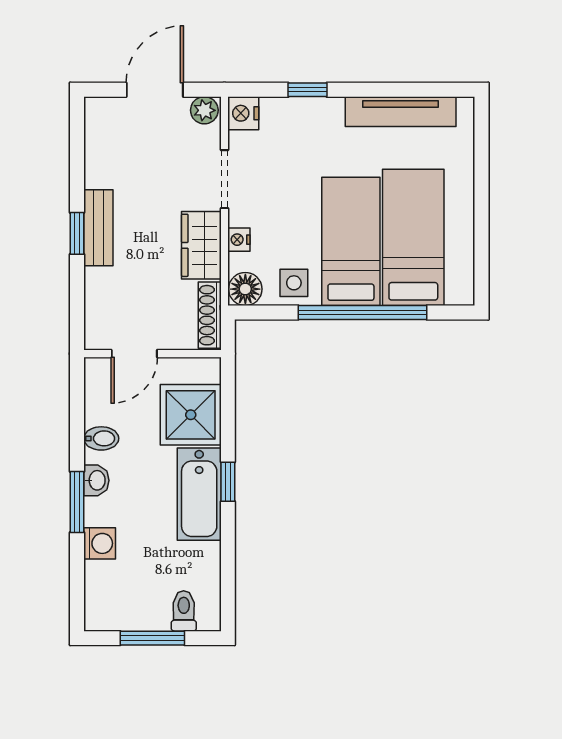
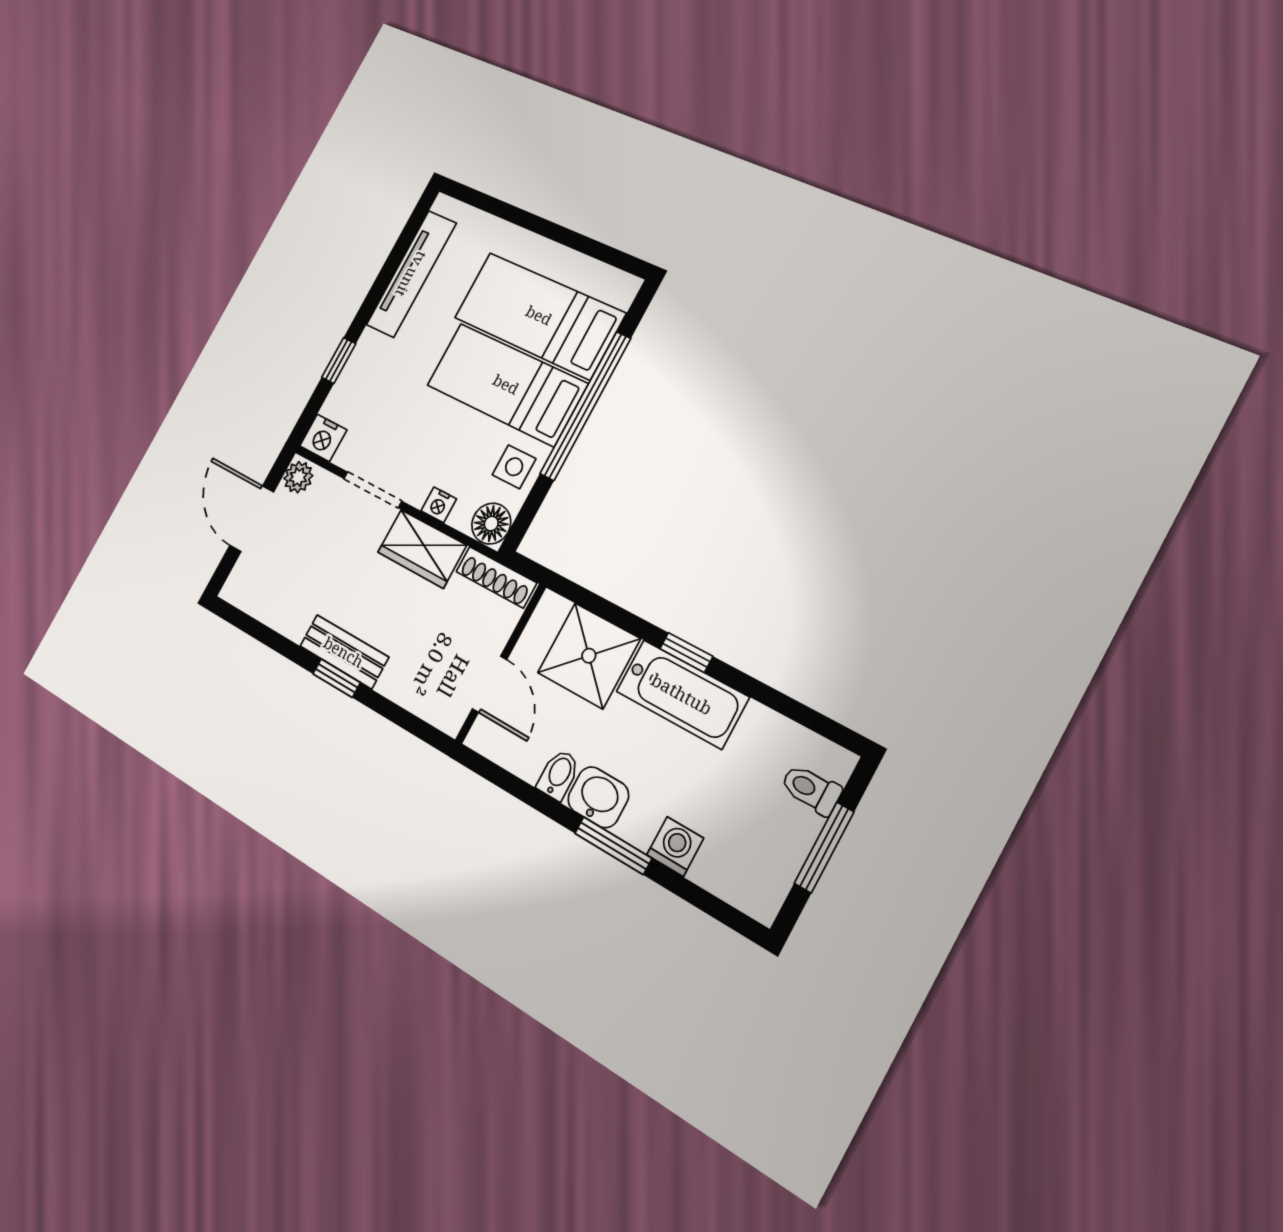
washbasin: (96, 480) -> (598, 797), width x1.38, depth x1.45

